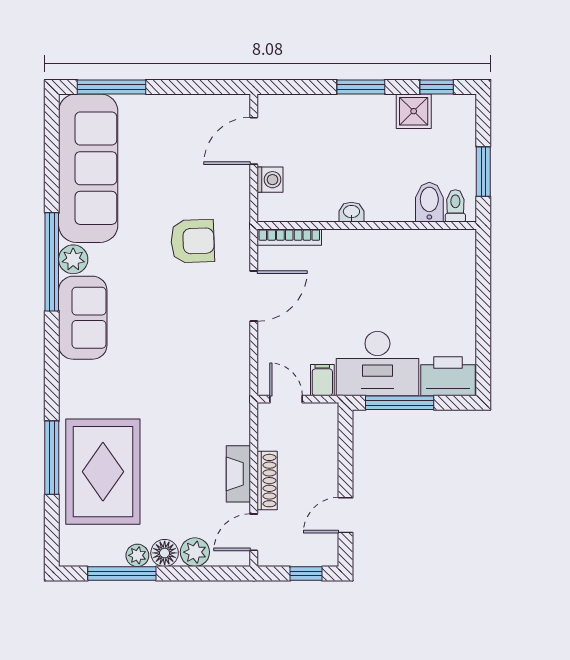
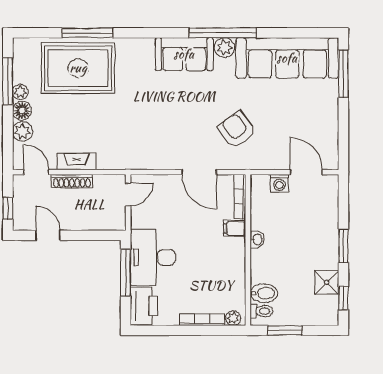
armchair: (193, 241) -> (237, 130), turned 145
plant: (466, 247) -> (233, 318), added
bookcase: (468, 292) -> (202, 320), added
filing cabinet: (322, 380) -> (235, 228), moved, turned 180

